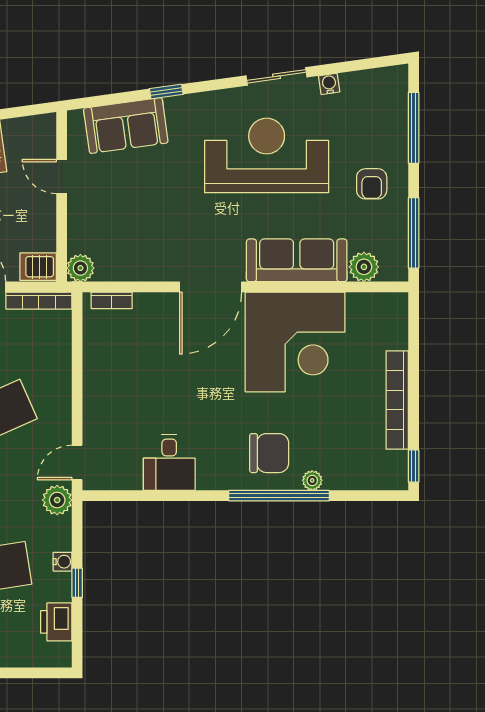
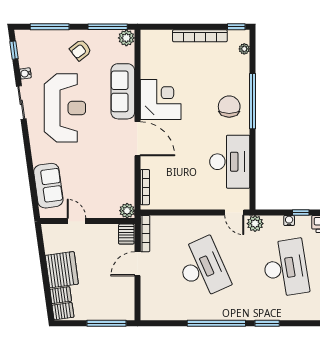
window: (166, 92) -> (14, 50), moved
reception desk: (267, 155) -> (65, 108), turned 180
door: (62, 176) -> (77, 221), swing flipped
armchair: (372, 184) -> (81, 50), turned 142
plant: (364, 267) -> (126, 38), moved
bookcase: (112, 300) -> (145, 187), width x1.56
corner desk: (295, 342) -> (161, 100), width x0.74, depth x0.74
desk: (169, 463) -> (230, 162), width x1.87, depth x1.30
plant: (312, 480) -> (244, 49), moved

